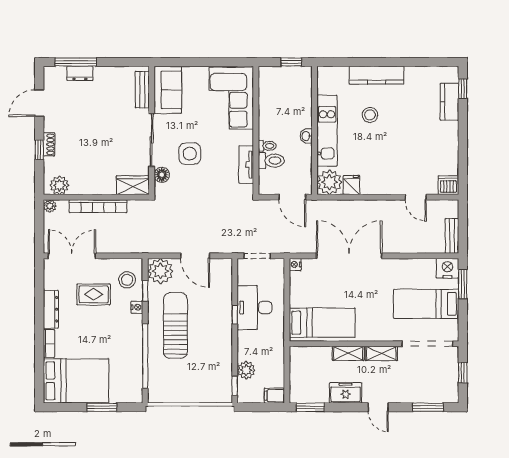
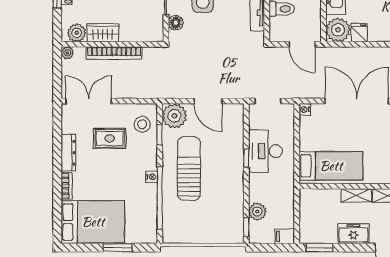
wardrobe: (133, 185) -> (103, 33), moved
nightstand: (137, 307) -> (152, 177), moved

